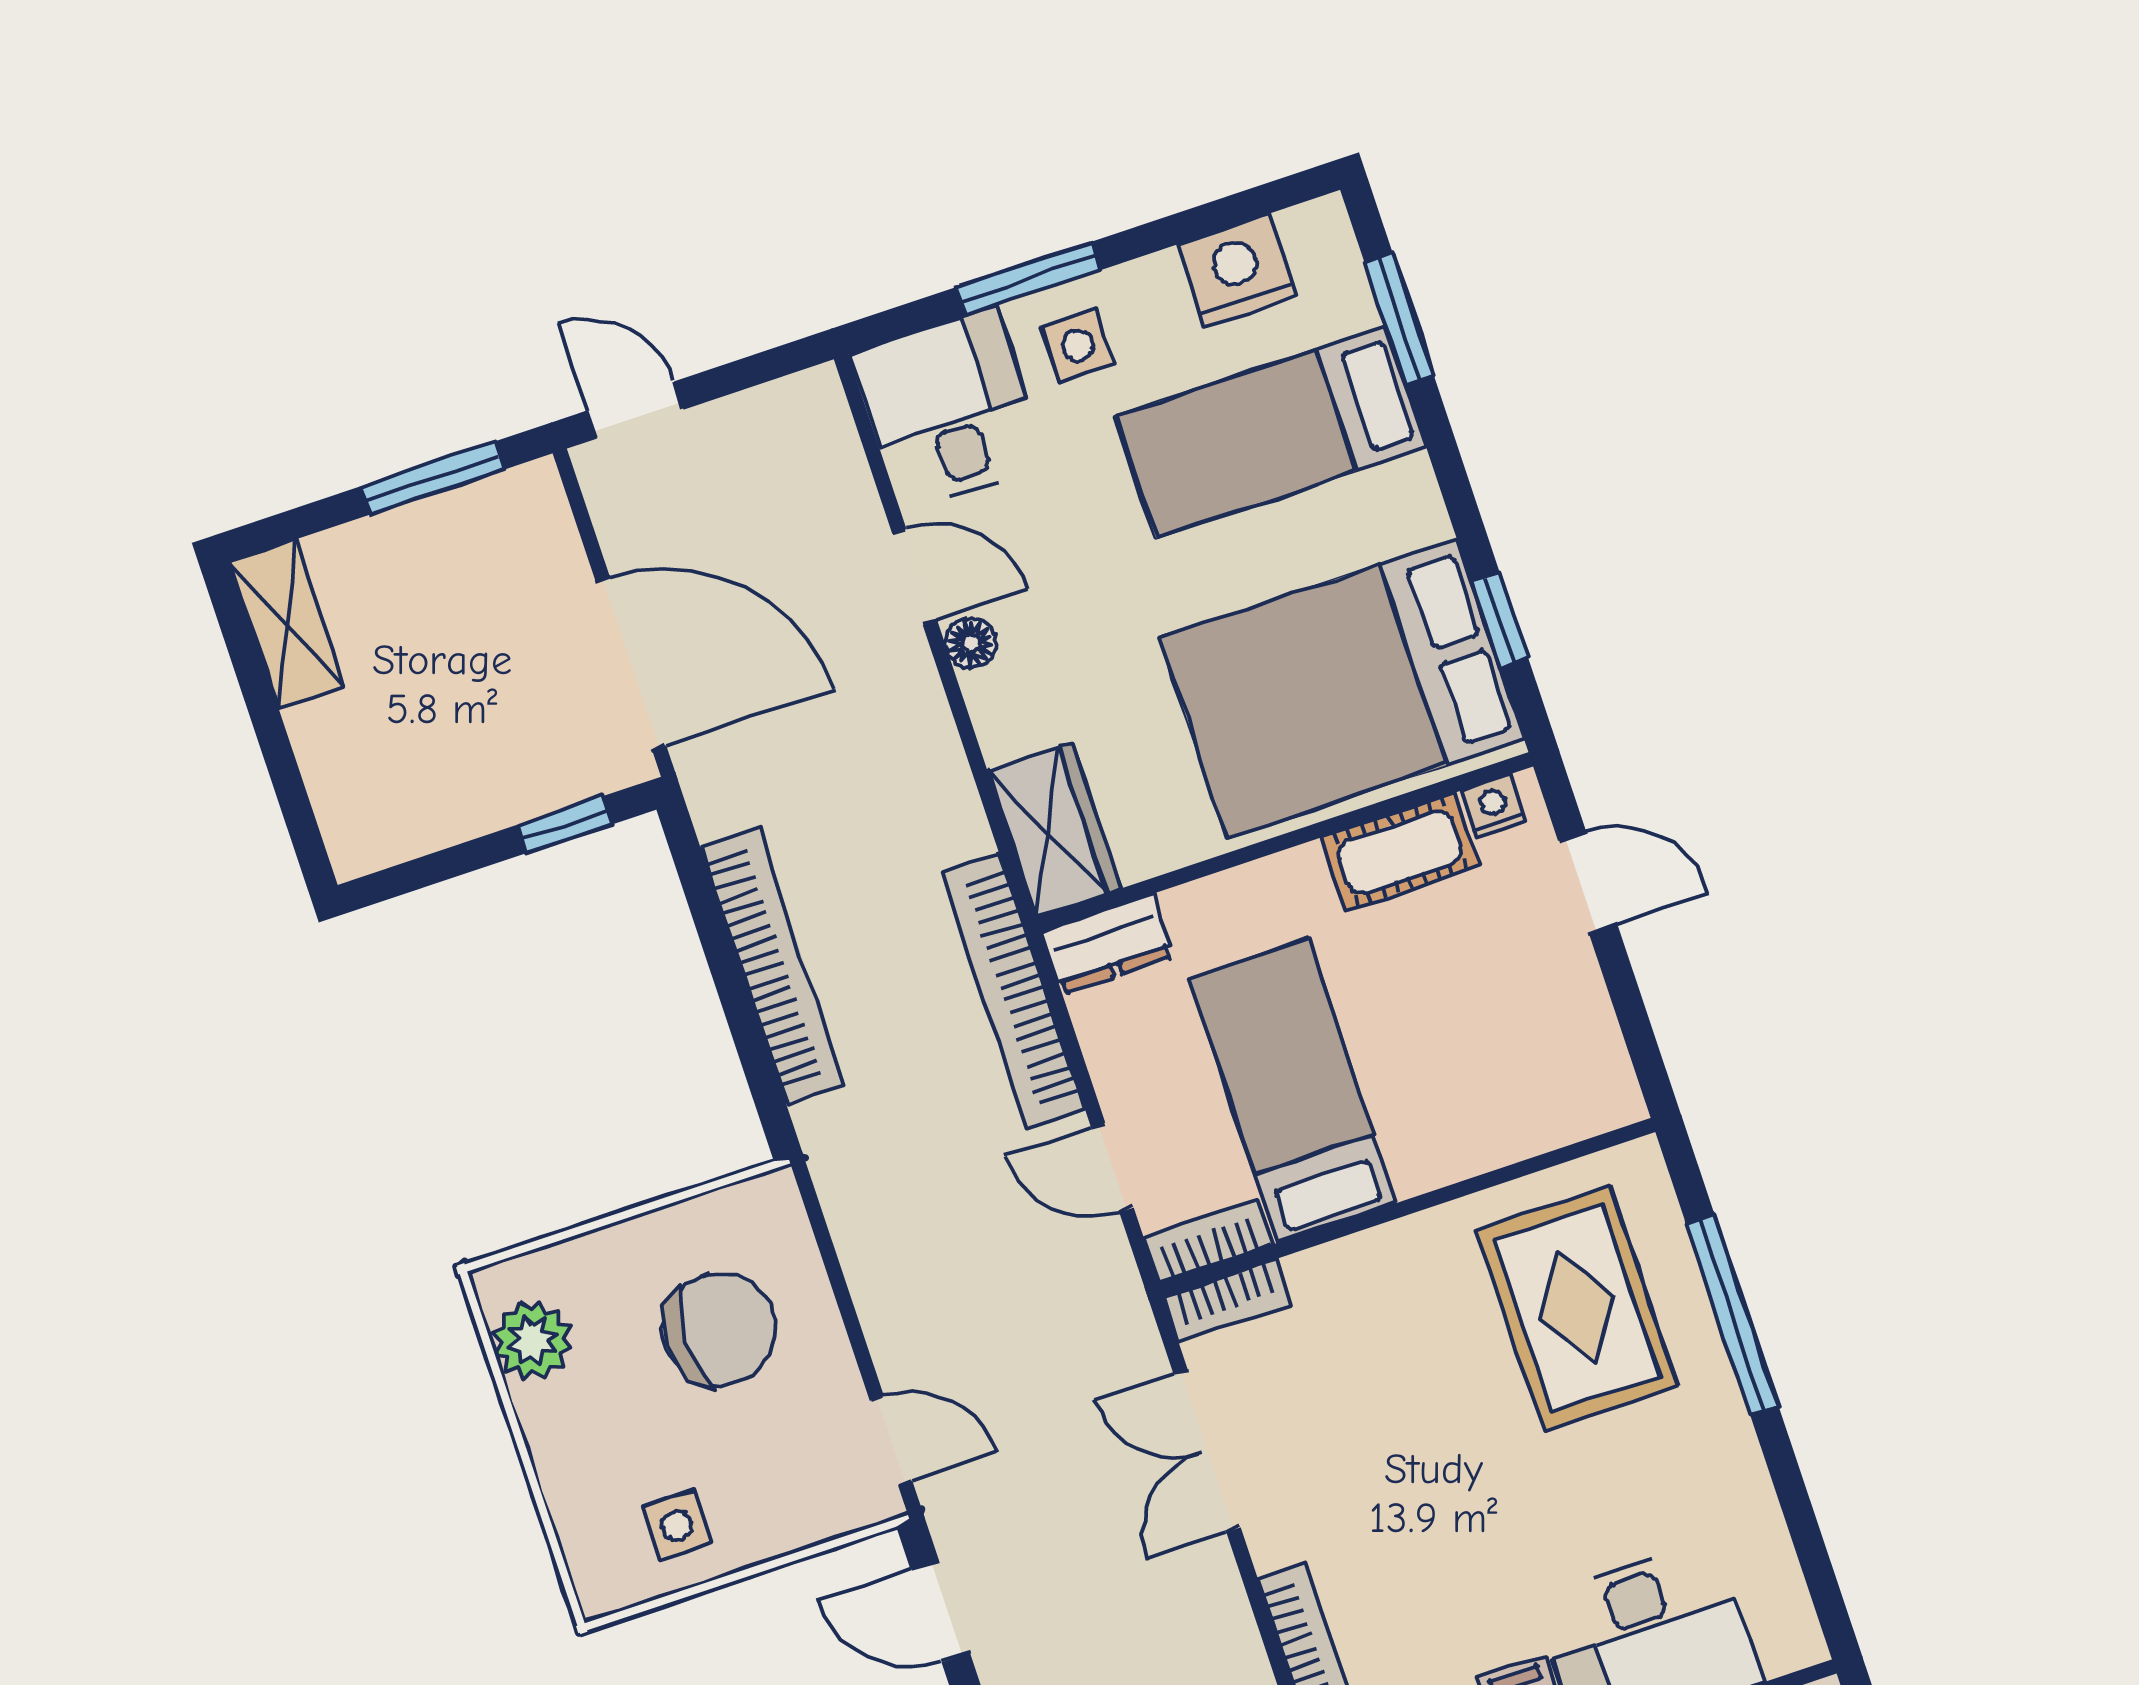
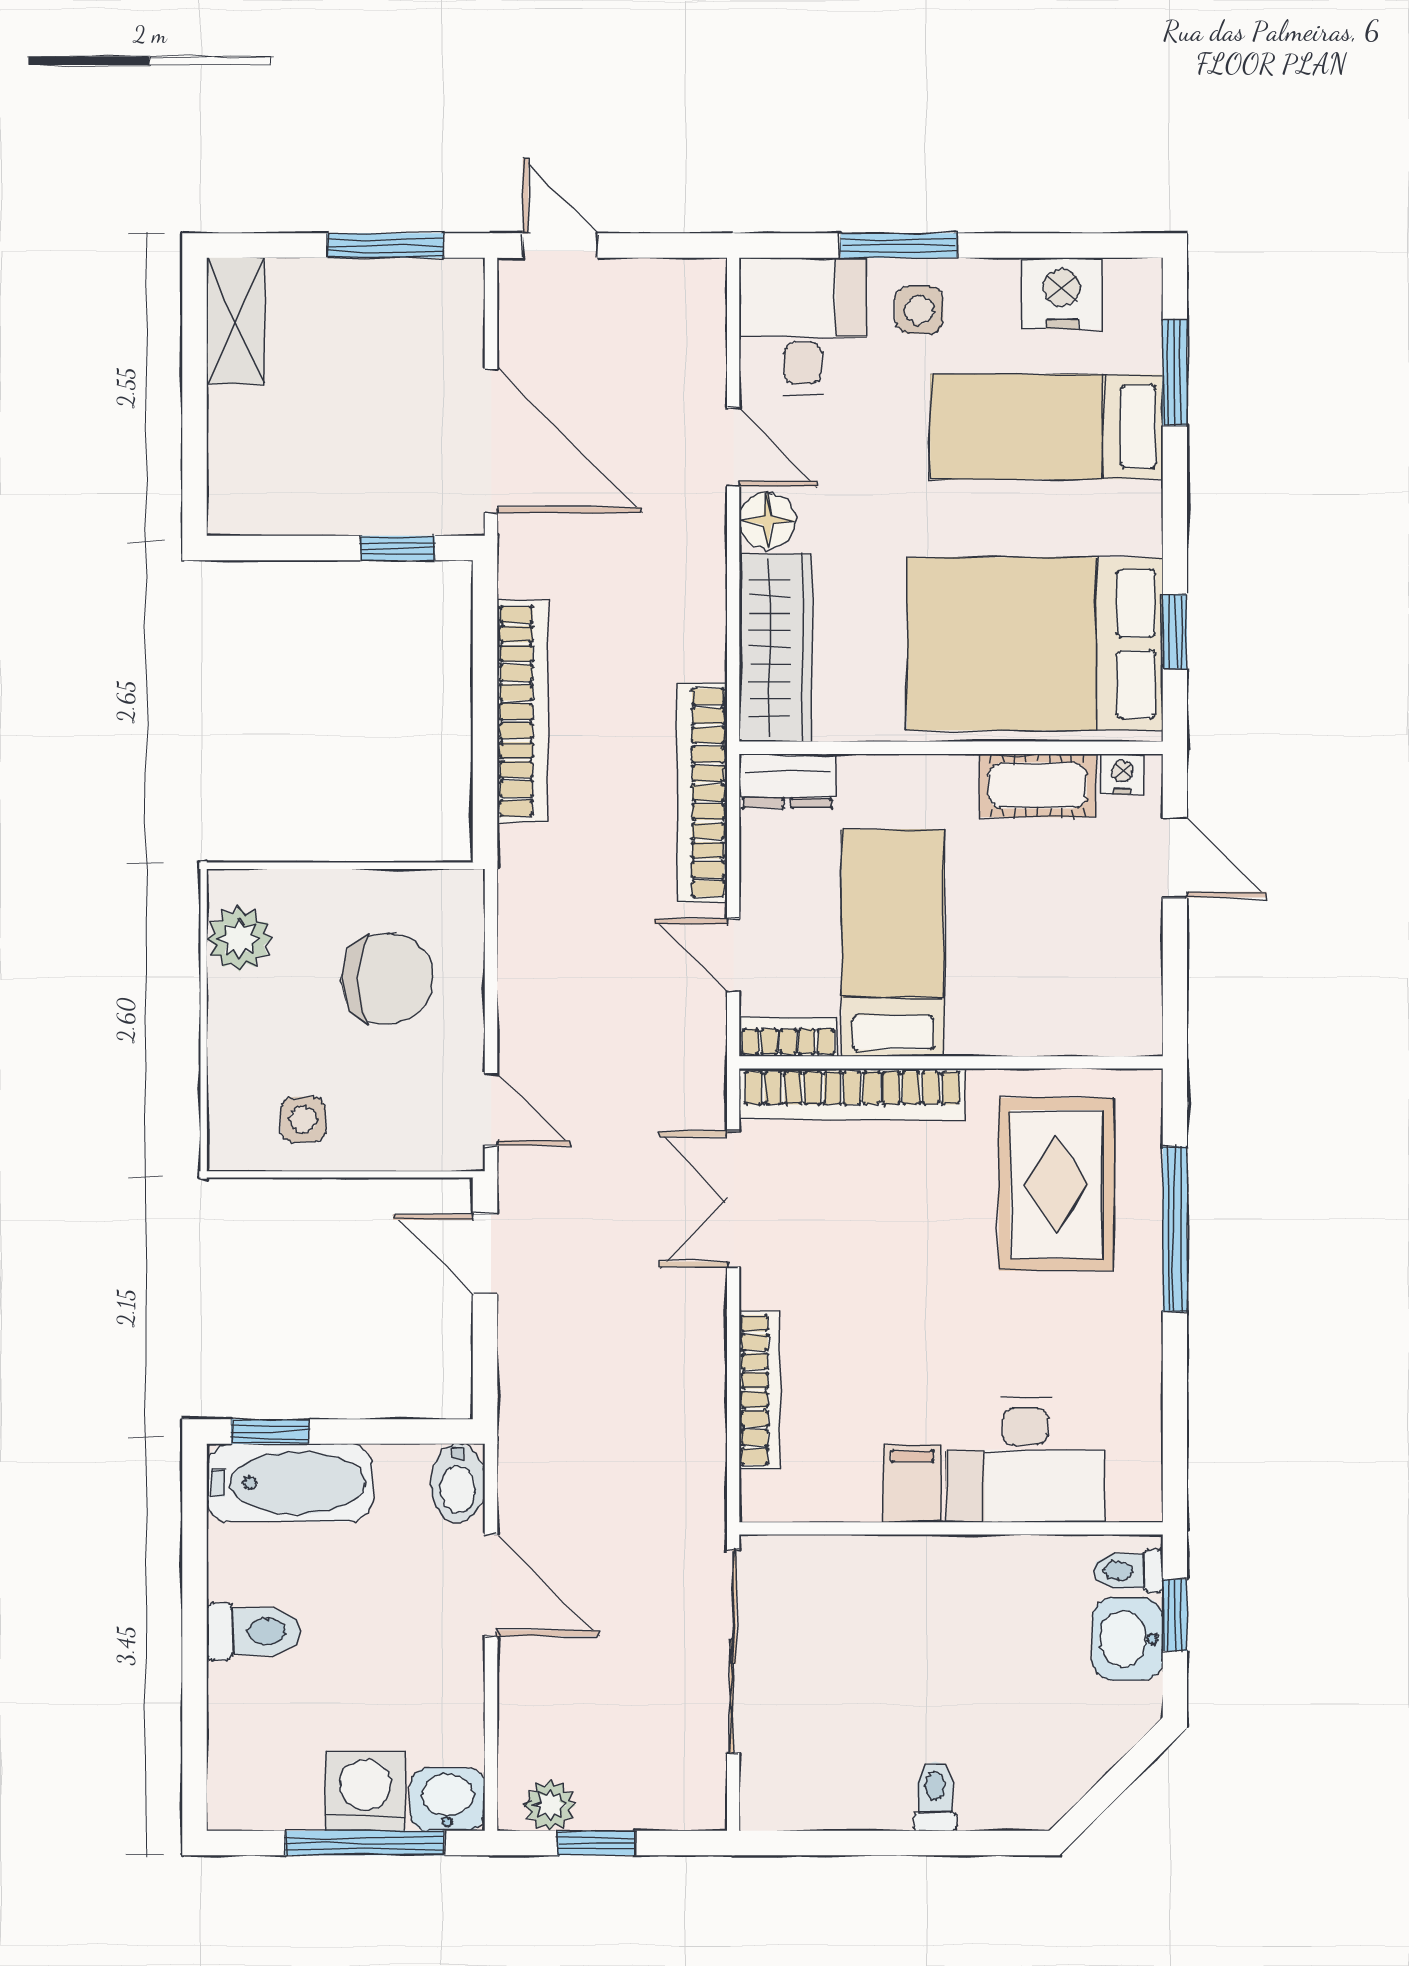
floor lamp: (971, 643) -> (767, 520), width x1.37, depth x1.37
wardrobe: (1054, 830) -> (776, 648), width x1.50
bookcase: (1228, 1300) -> (852, 1094), width x2.31, depth x1.31

